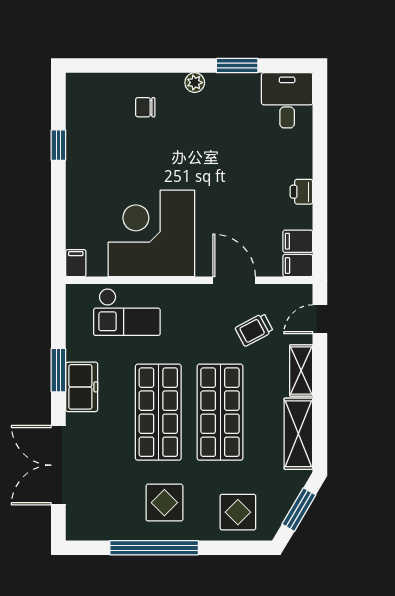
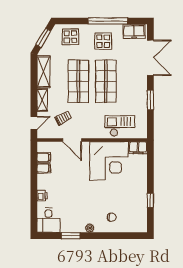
printer: (301, 192) -> (42, 196), moved
filing cabinet: (76, 263) -> (138, 148), width x2.00
filing cabinet: (298, 266) -> (44, 168), moved
freezer: (82, 387) -> (134, 31), moved, turned -90

